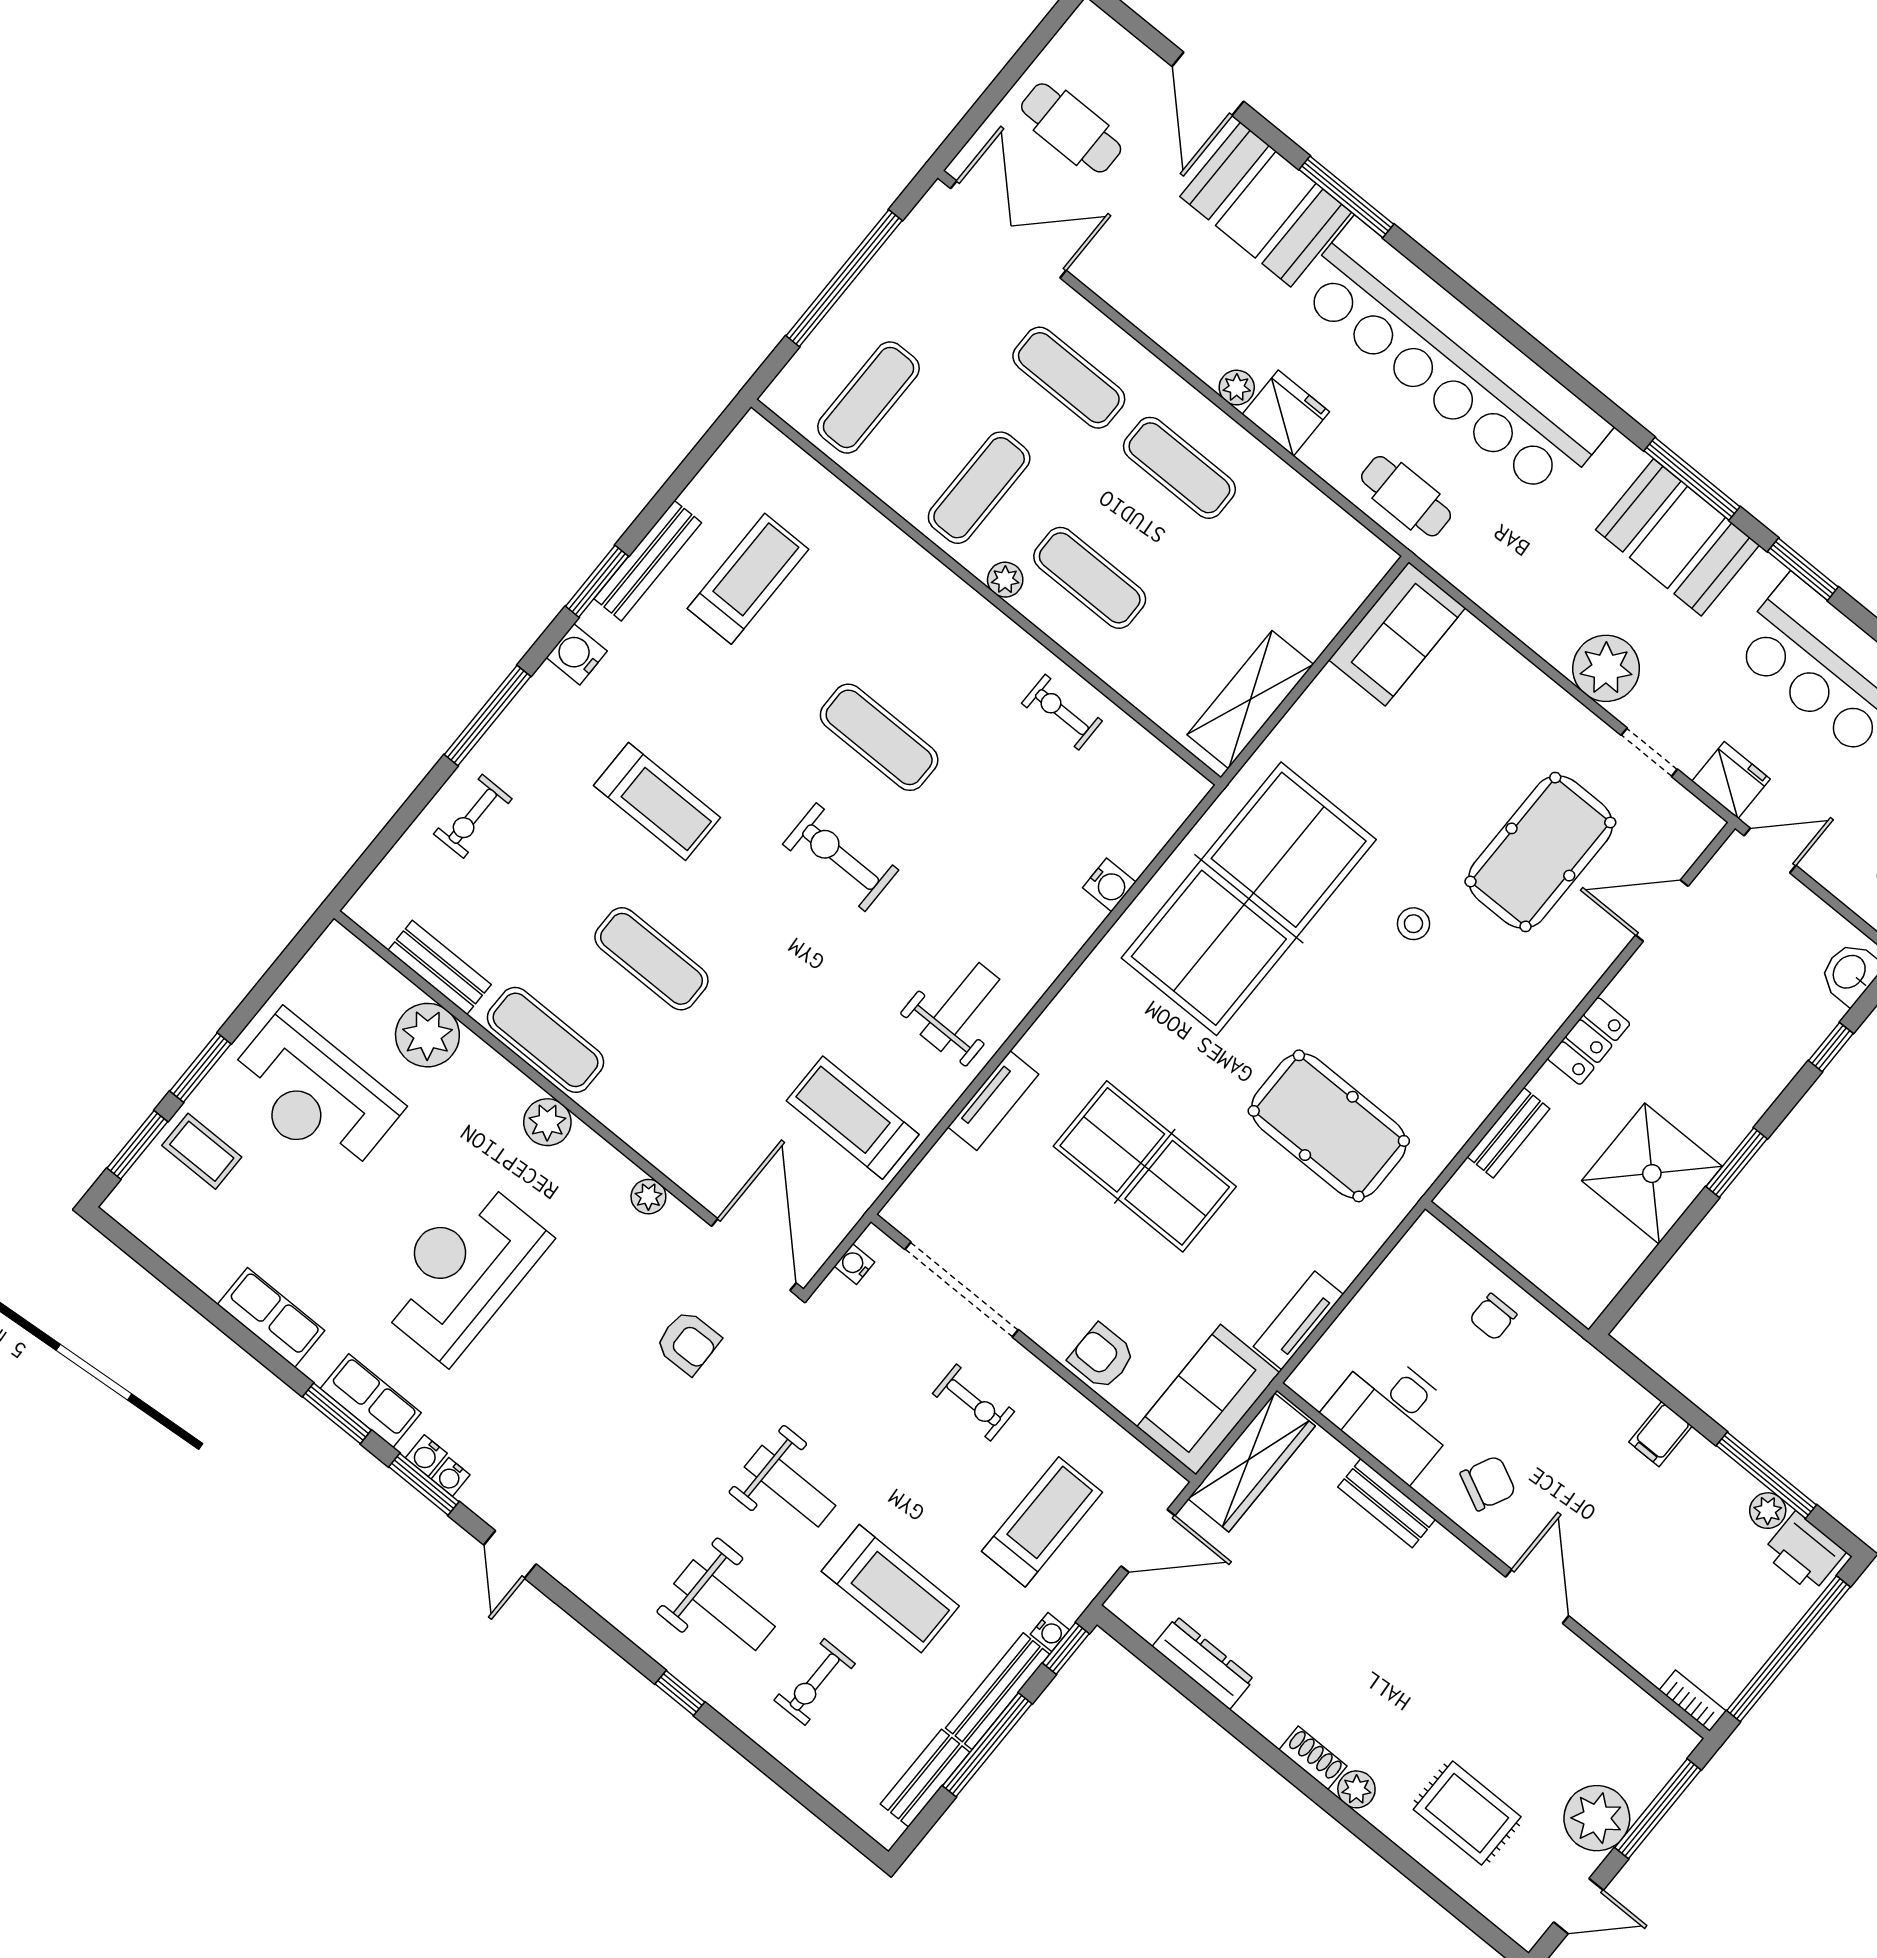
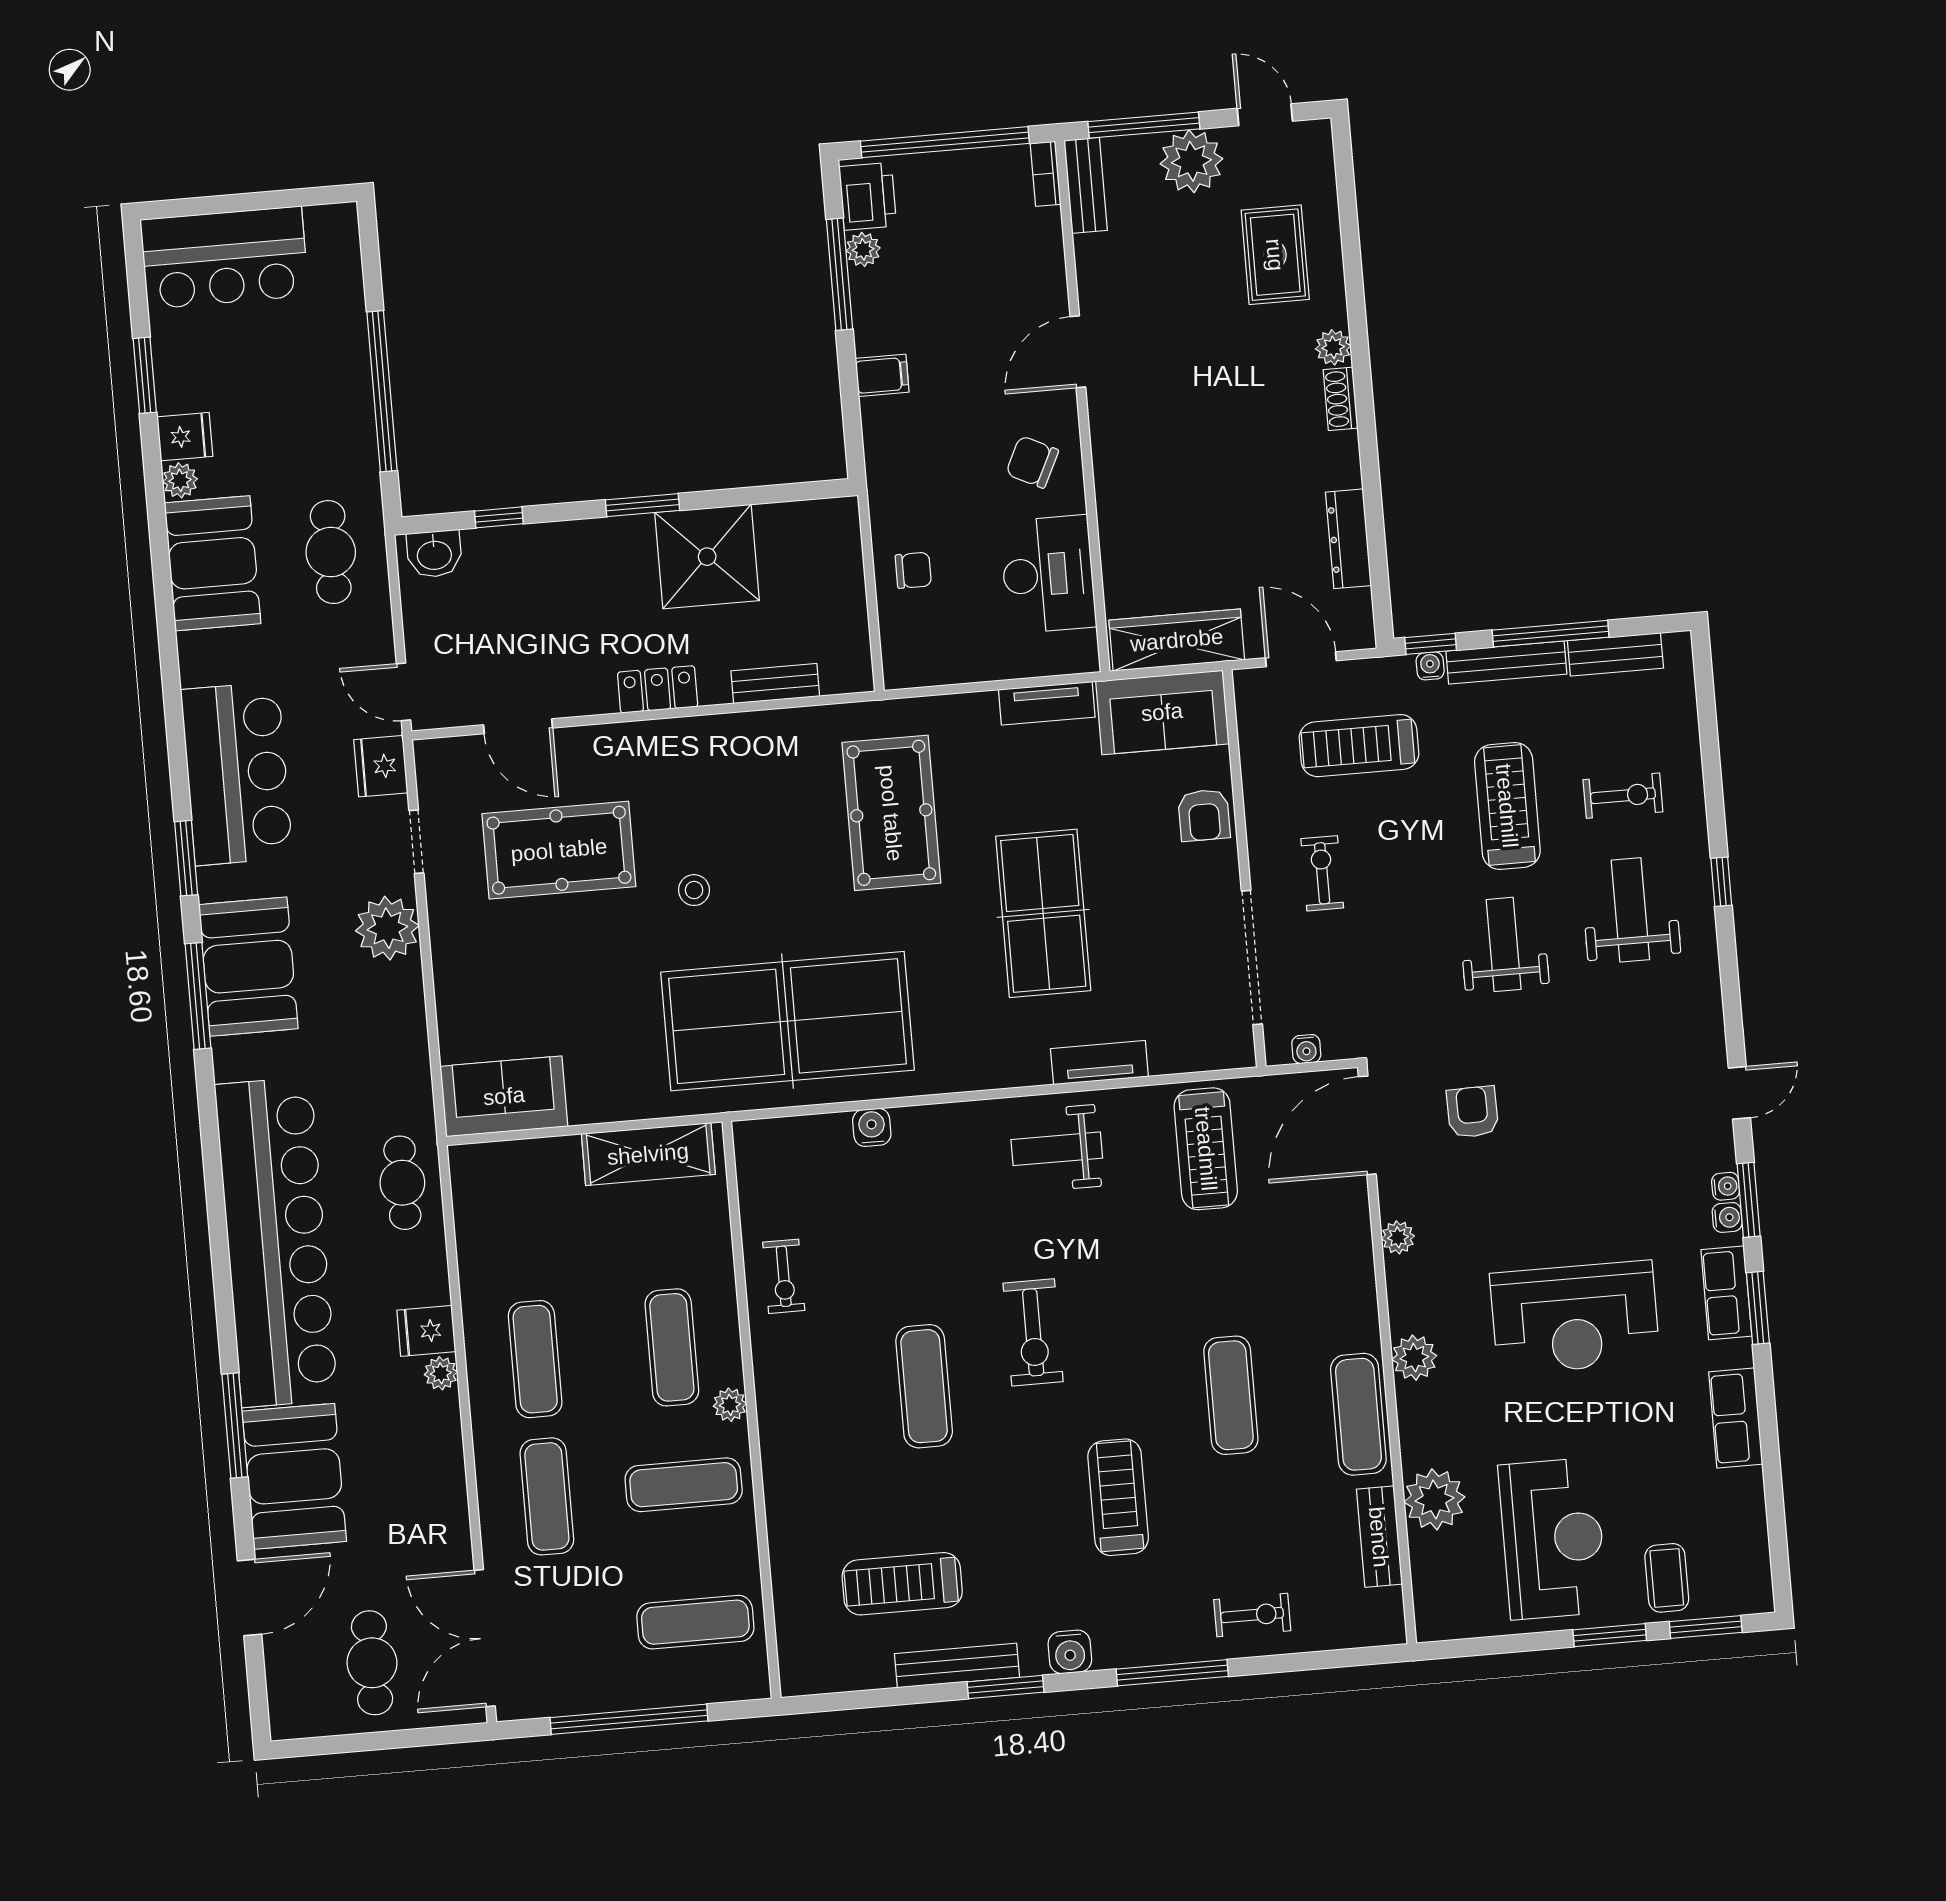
fridge: (1286, 413) -> (426, 1331), width x0.72
bench: (1387, 1503) -> (1086, 185), moved

